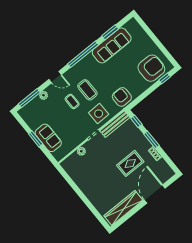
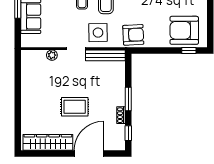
armchair: (151, 68) -> (184, 30), turned 180
armchair: (122, 97) -> (133, 35), turned 87
window: (136, 121) -> (128, 133), moved
rug: (130, 163) -> (75, 107), moved

